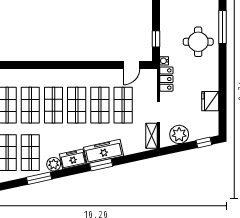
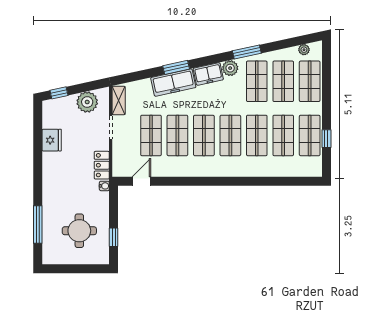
window: (156, 39) -> (114, 237), moved
round table: (198, 42) -> (79, 231), moved

